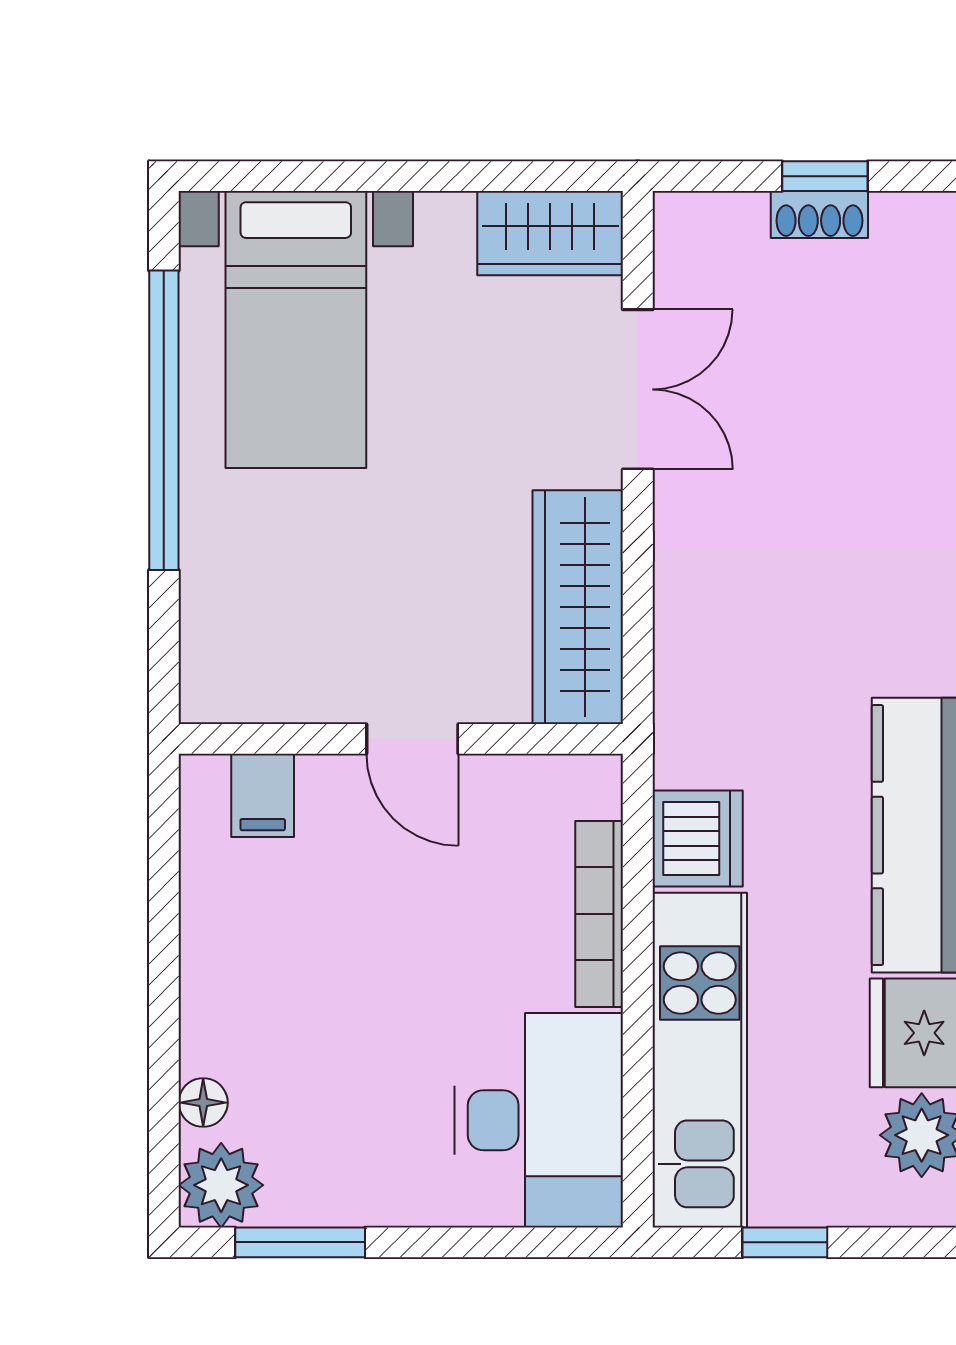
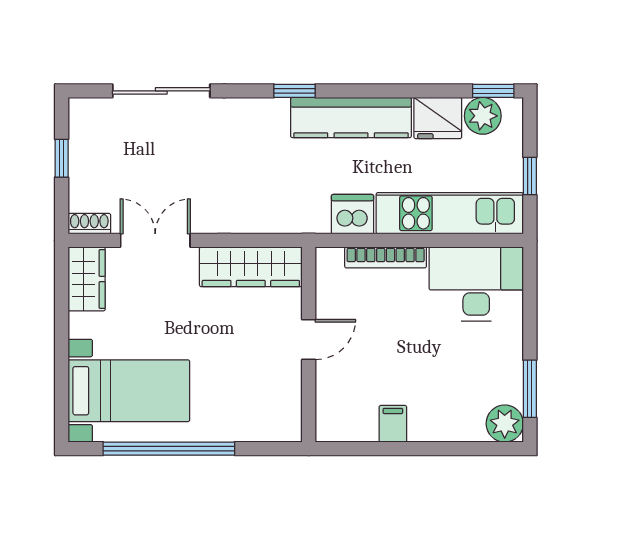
shoe rack: (819, 214) -> (89, 224), moved, turned -90
filing cabinet: (263, 795) -> (393, 424), moved, turned -90
floor lamp: (203, 1103) -> (468, 431), removed

